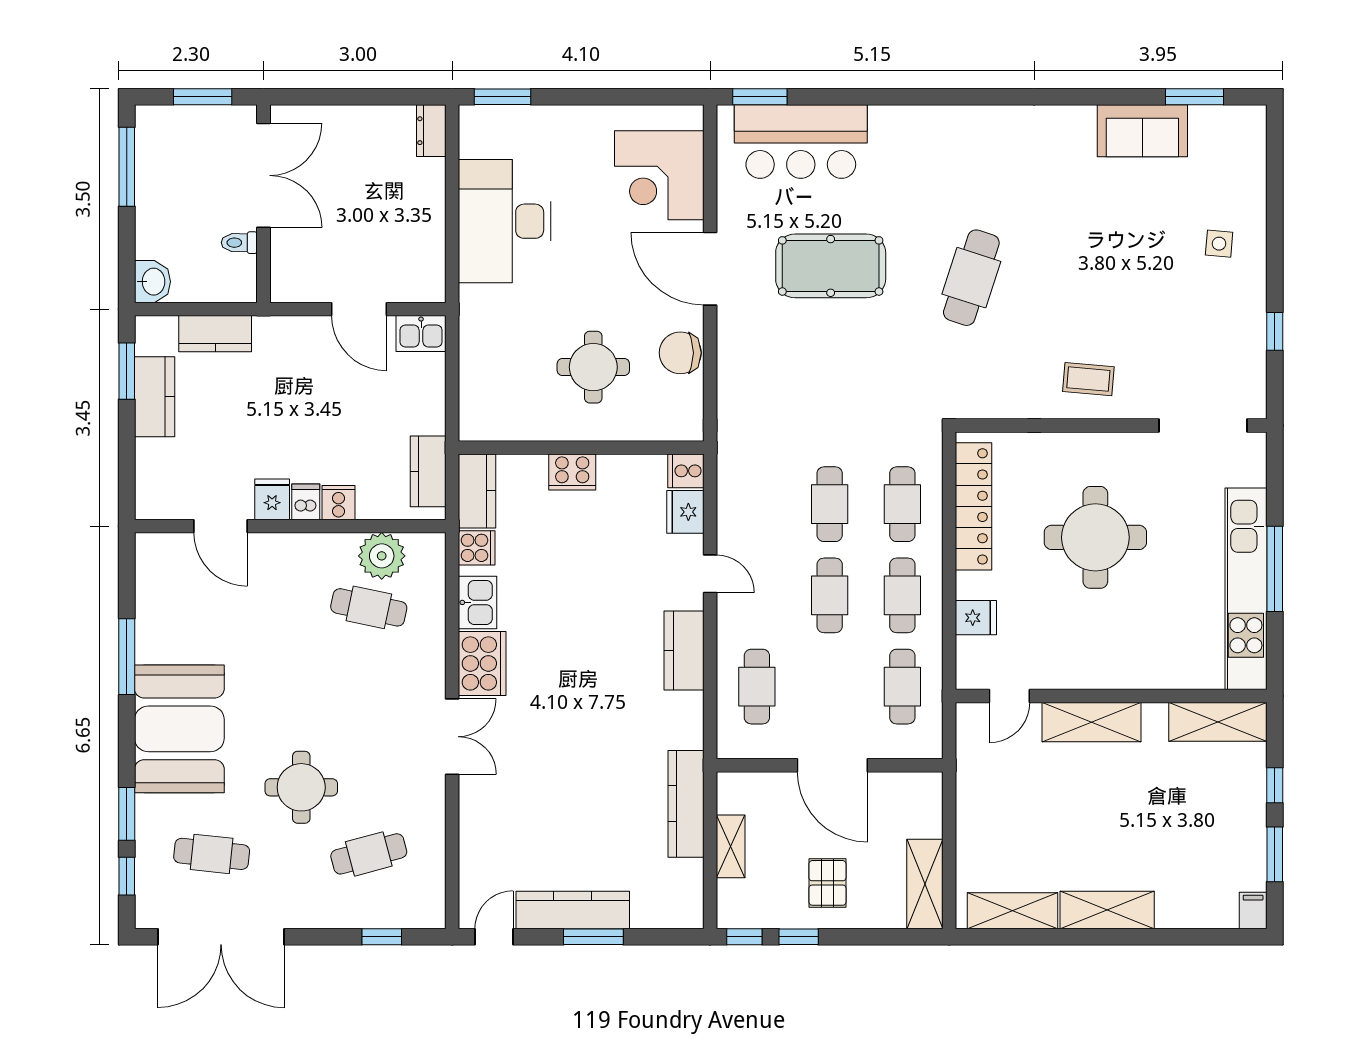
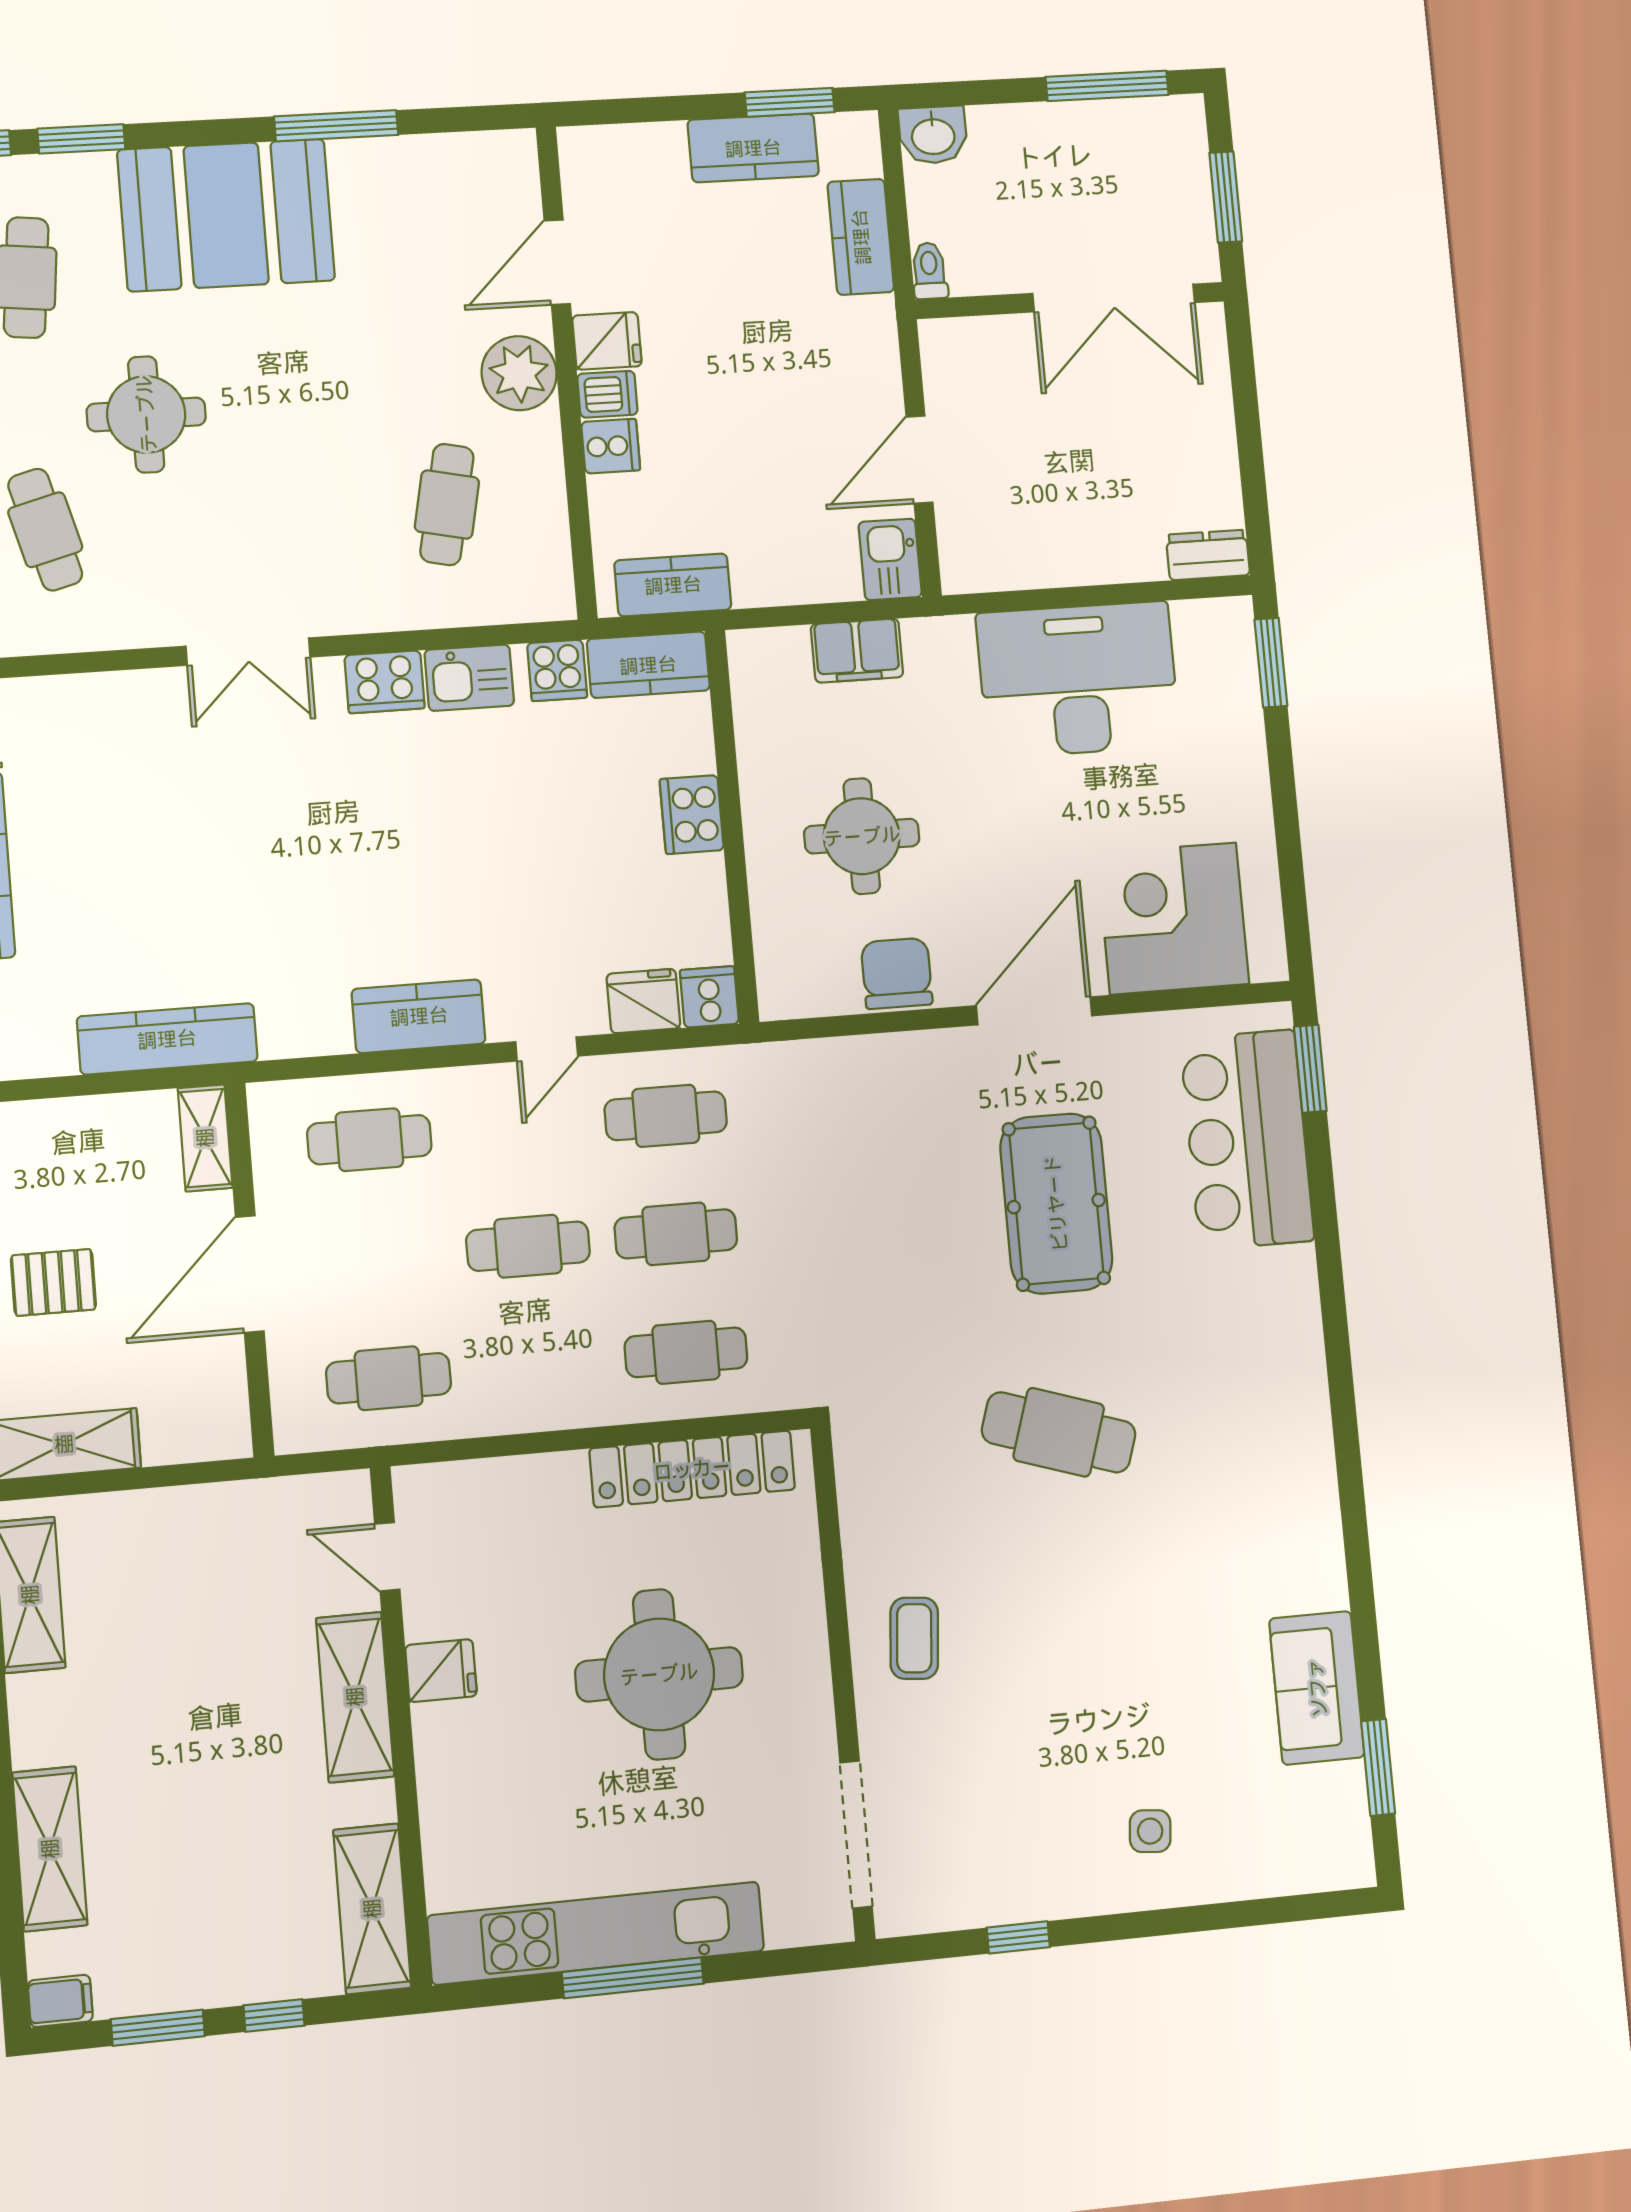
toilet: (239, 243) -> (929, 271), moved
filing cabinet: (477, 360) -> (857, 651), added
plant: (382, 556) -> (519, 373), moved
cafe table: (902, 595) -> (666, 1116), moved
fridge: (976, 618) -> (441, 1671), moved, turned -90
cooker: (482, 663) -> (385, 682), width x0.73, depth x0.76
shelving: (731, 846) -> (205, 1138), moved, turned 90
shelving: (1107, 910) -> (50, 1849), moved

